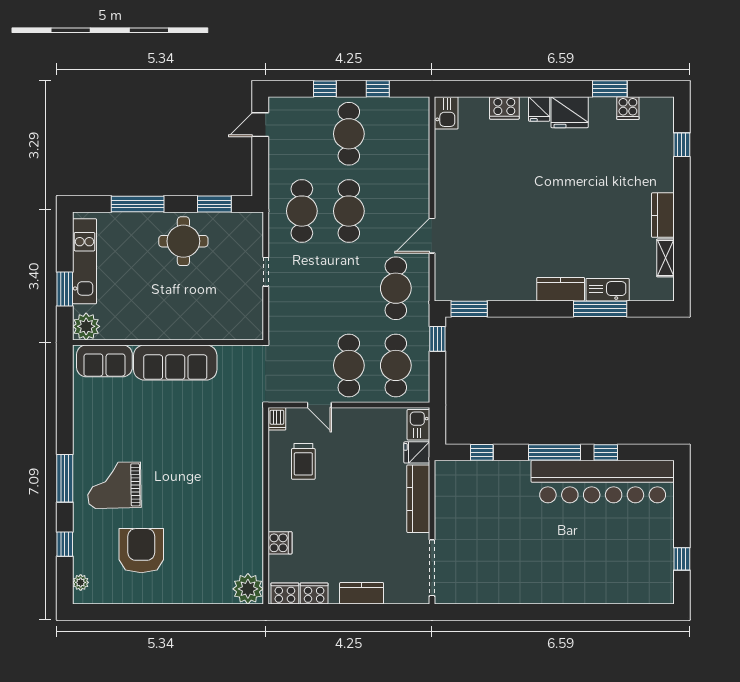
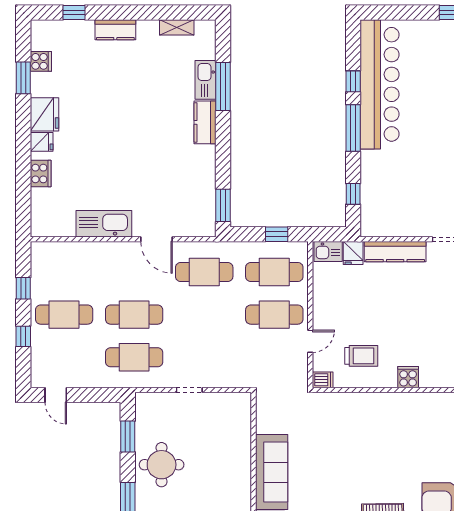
kitchen sink: (446, 113) -> (104, 224), moved, width x1.87, depth x1.24
kitchen counter: (663, 215) -> (115, 30), moved
window: (437, 339) -> (277, 234), moved
cooker: (280, 543) -> (408, 377), moved

